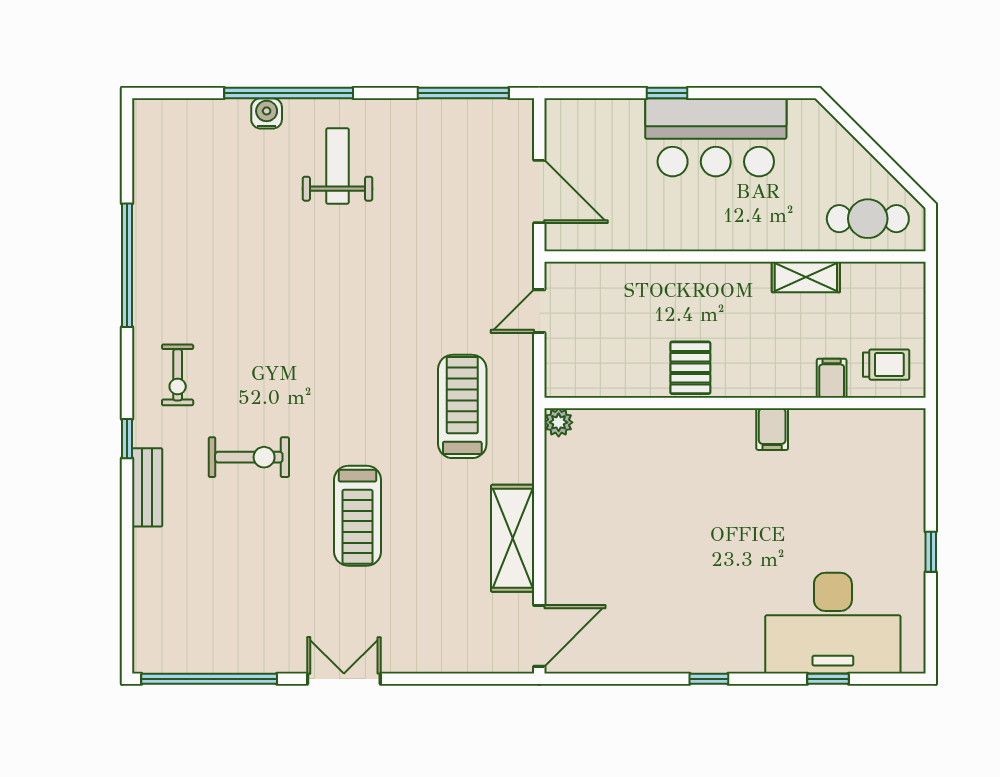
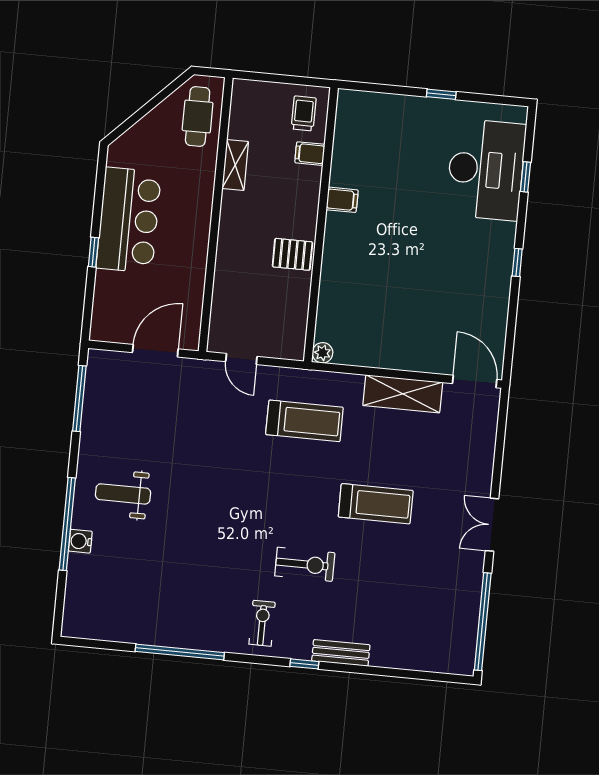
exercise bike: (178, 375) -> (262, 623), turned -90
treadmill: (462, 406) -> (304, 421), turned 180
exercise bike: (249, 457) -> (305, 564), moved, turned 90

